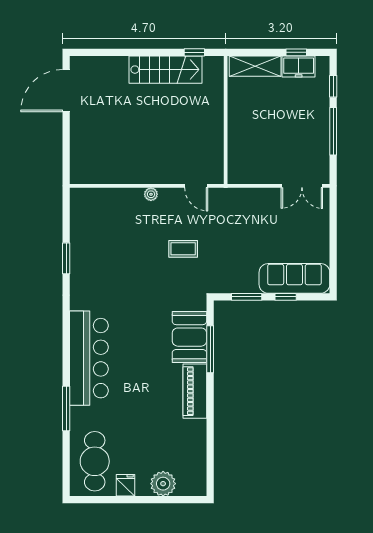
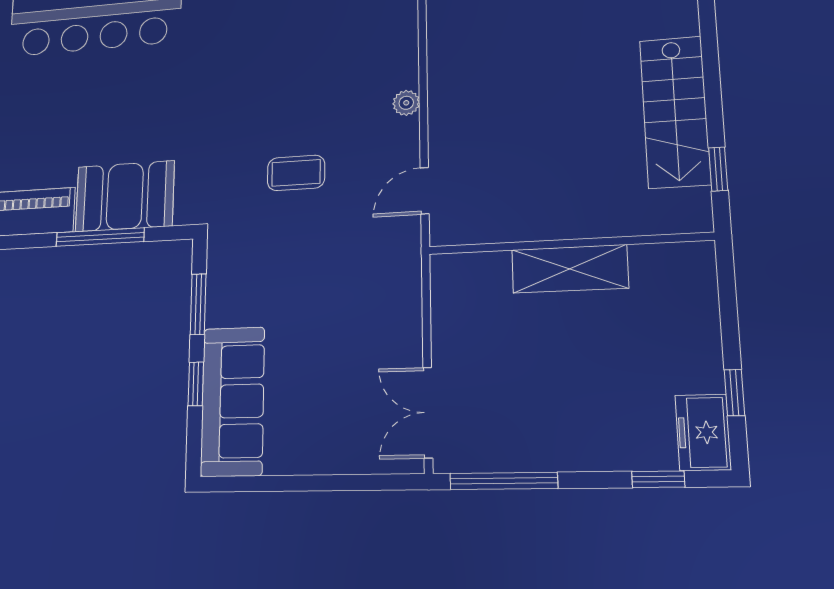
shelving: (255, 66) -> (570, 269), moved, turned 90
freezer: (299, 66) -> (703, 432), moved
window: (333, 131) -> (504, 481), moved
coffee table: (183, 249) -> (296, 173), turned 90

